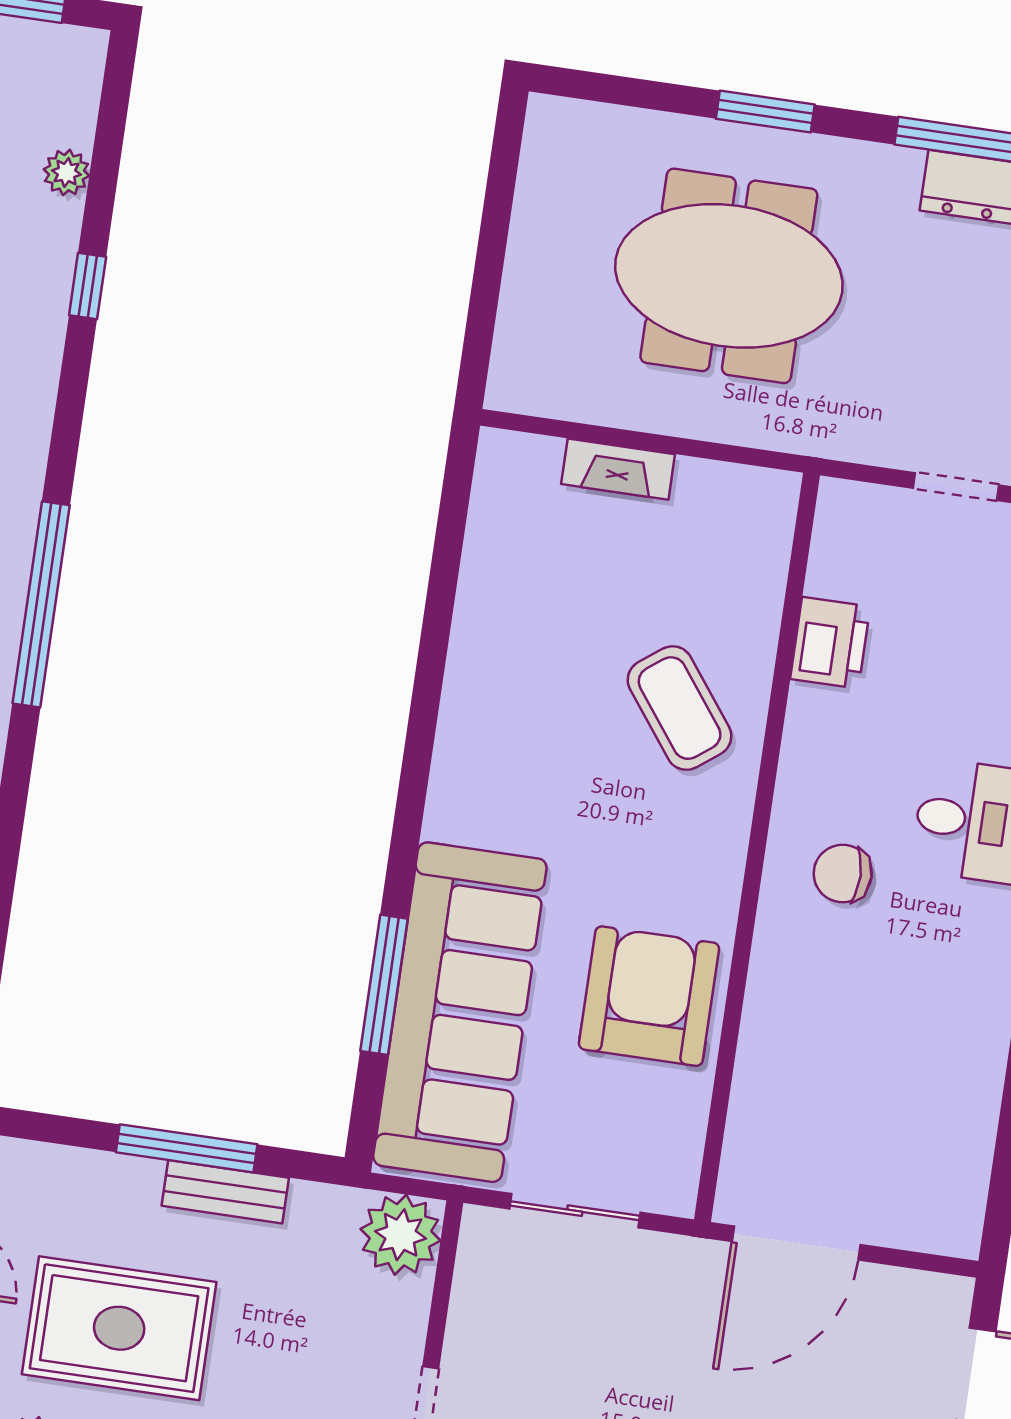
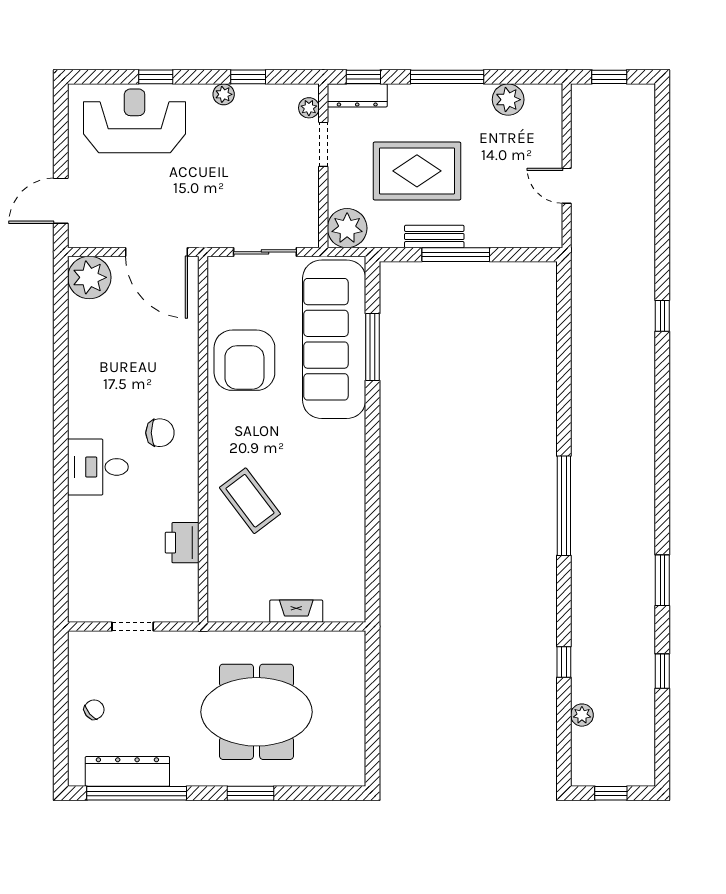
plant: (940, 1211) -> (89, 277), added
door: (796, 1243) -> (156, 252), swing flipped
rug: (119, 1328) -> (417, 171), moved

